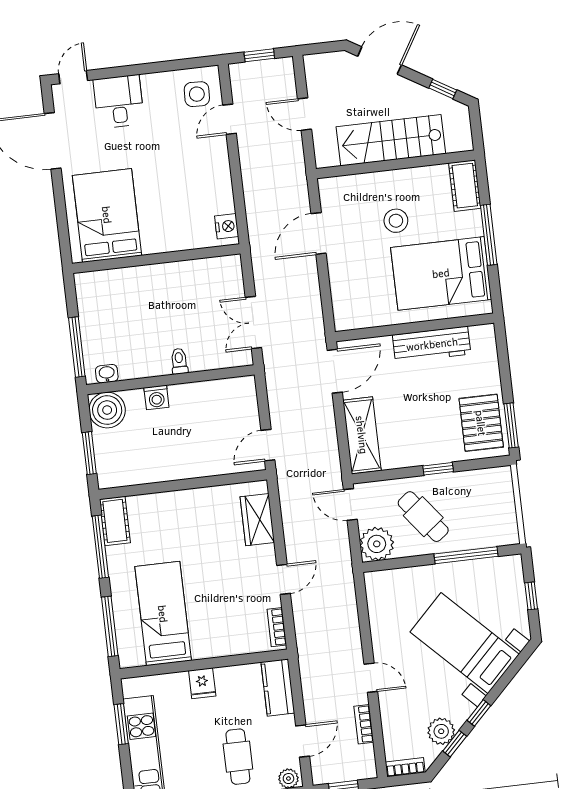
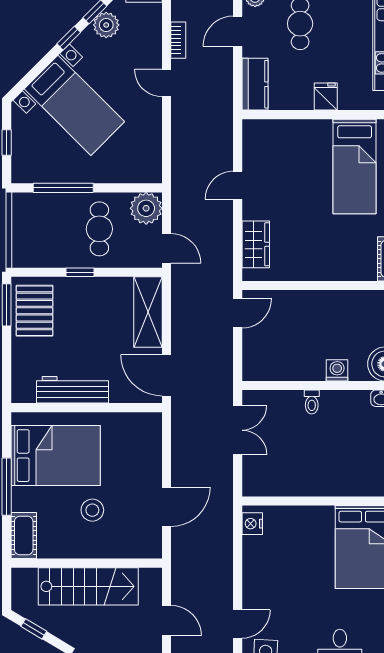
door: (335, 371) -> (167, 375), hinge flipped
cafe table: (423, 517) -> (99, 229), turned 38
bookcase: (277, 627) -> (249, 141), removed

